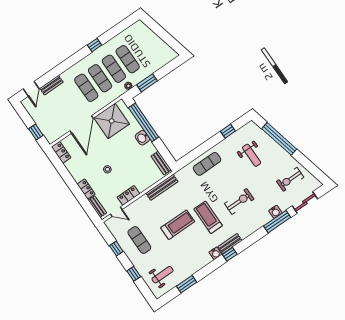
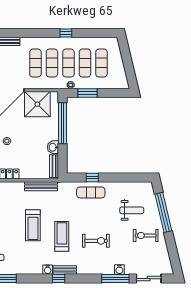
exercise mat: (141, 50) -> (101, 63), added
window: (228, 131) -> (92, 177), moved
washbasin: (142, 138) -> (53, 147), moved
weight bench: (252, 155) -> (132, 210), turned -90
exercise bike: (290, 179) -> (146, 235), moved
treadmill: (178, 225) -> (33, 225), turned 90

